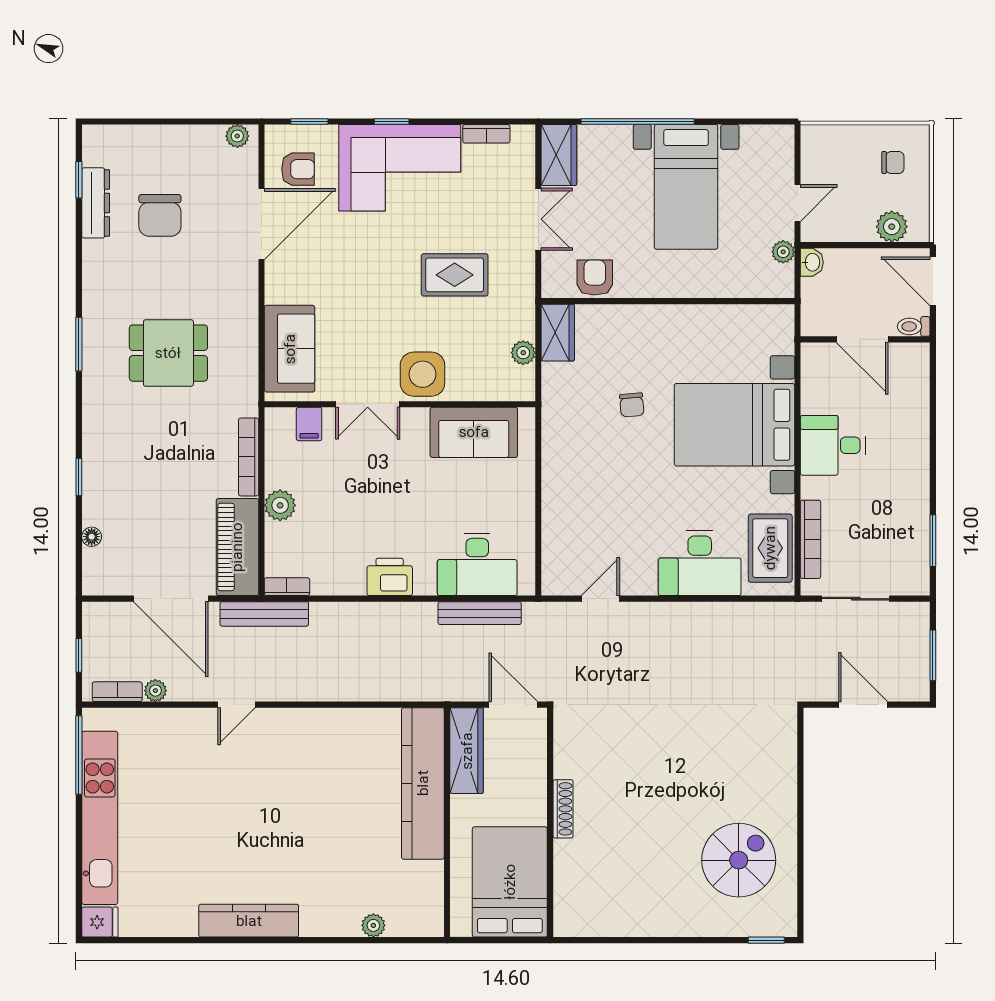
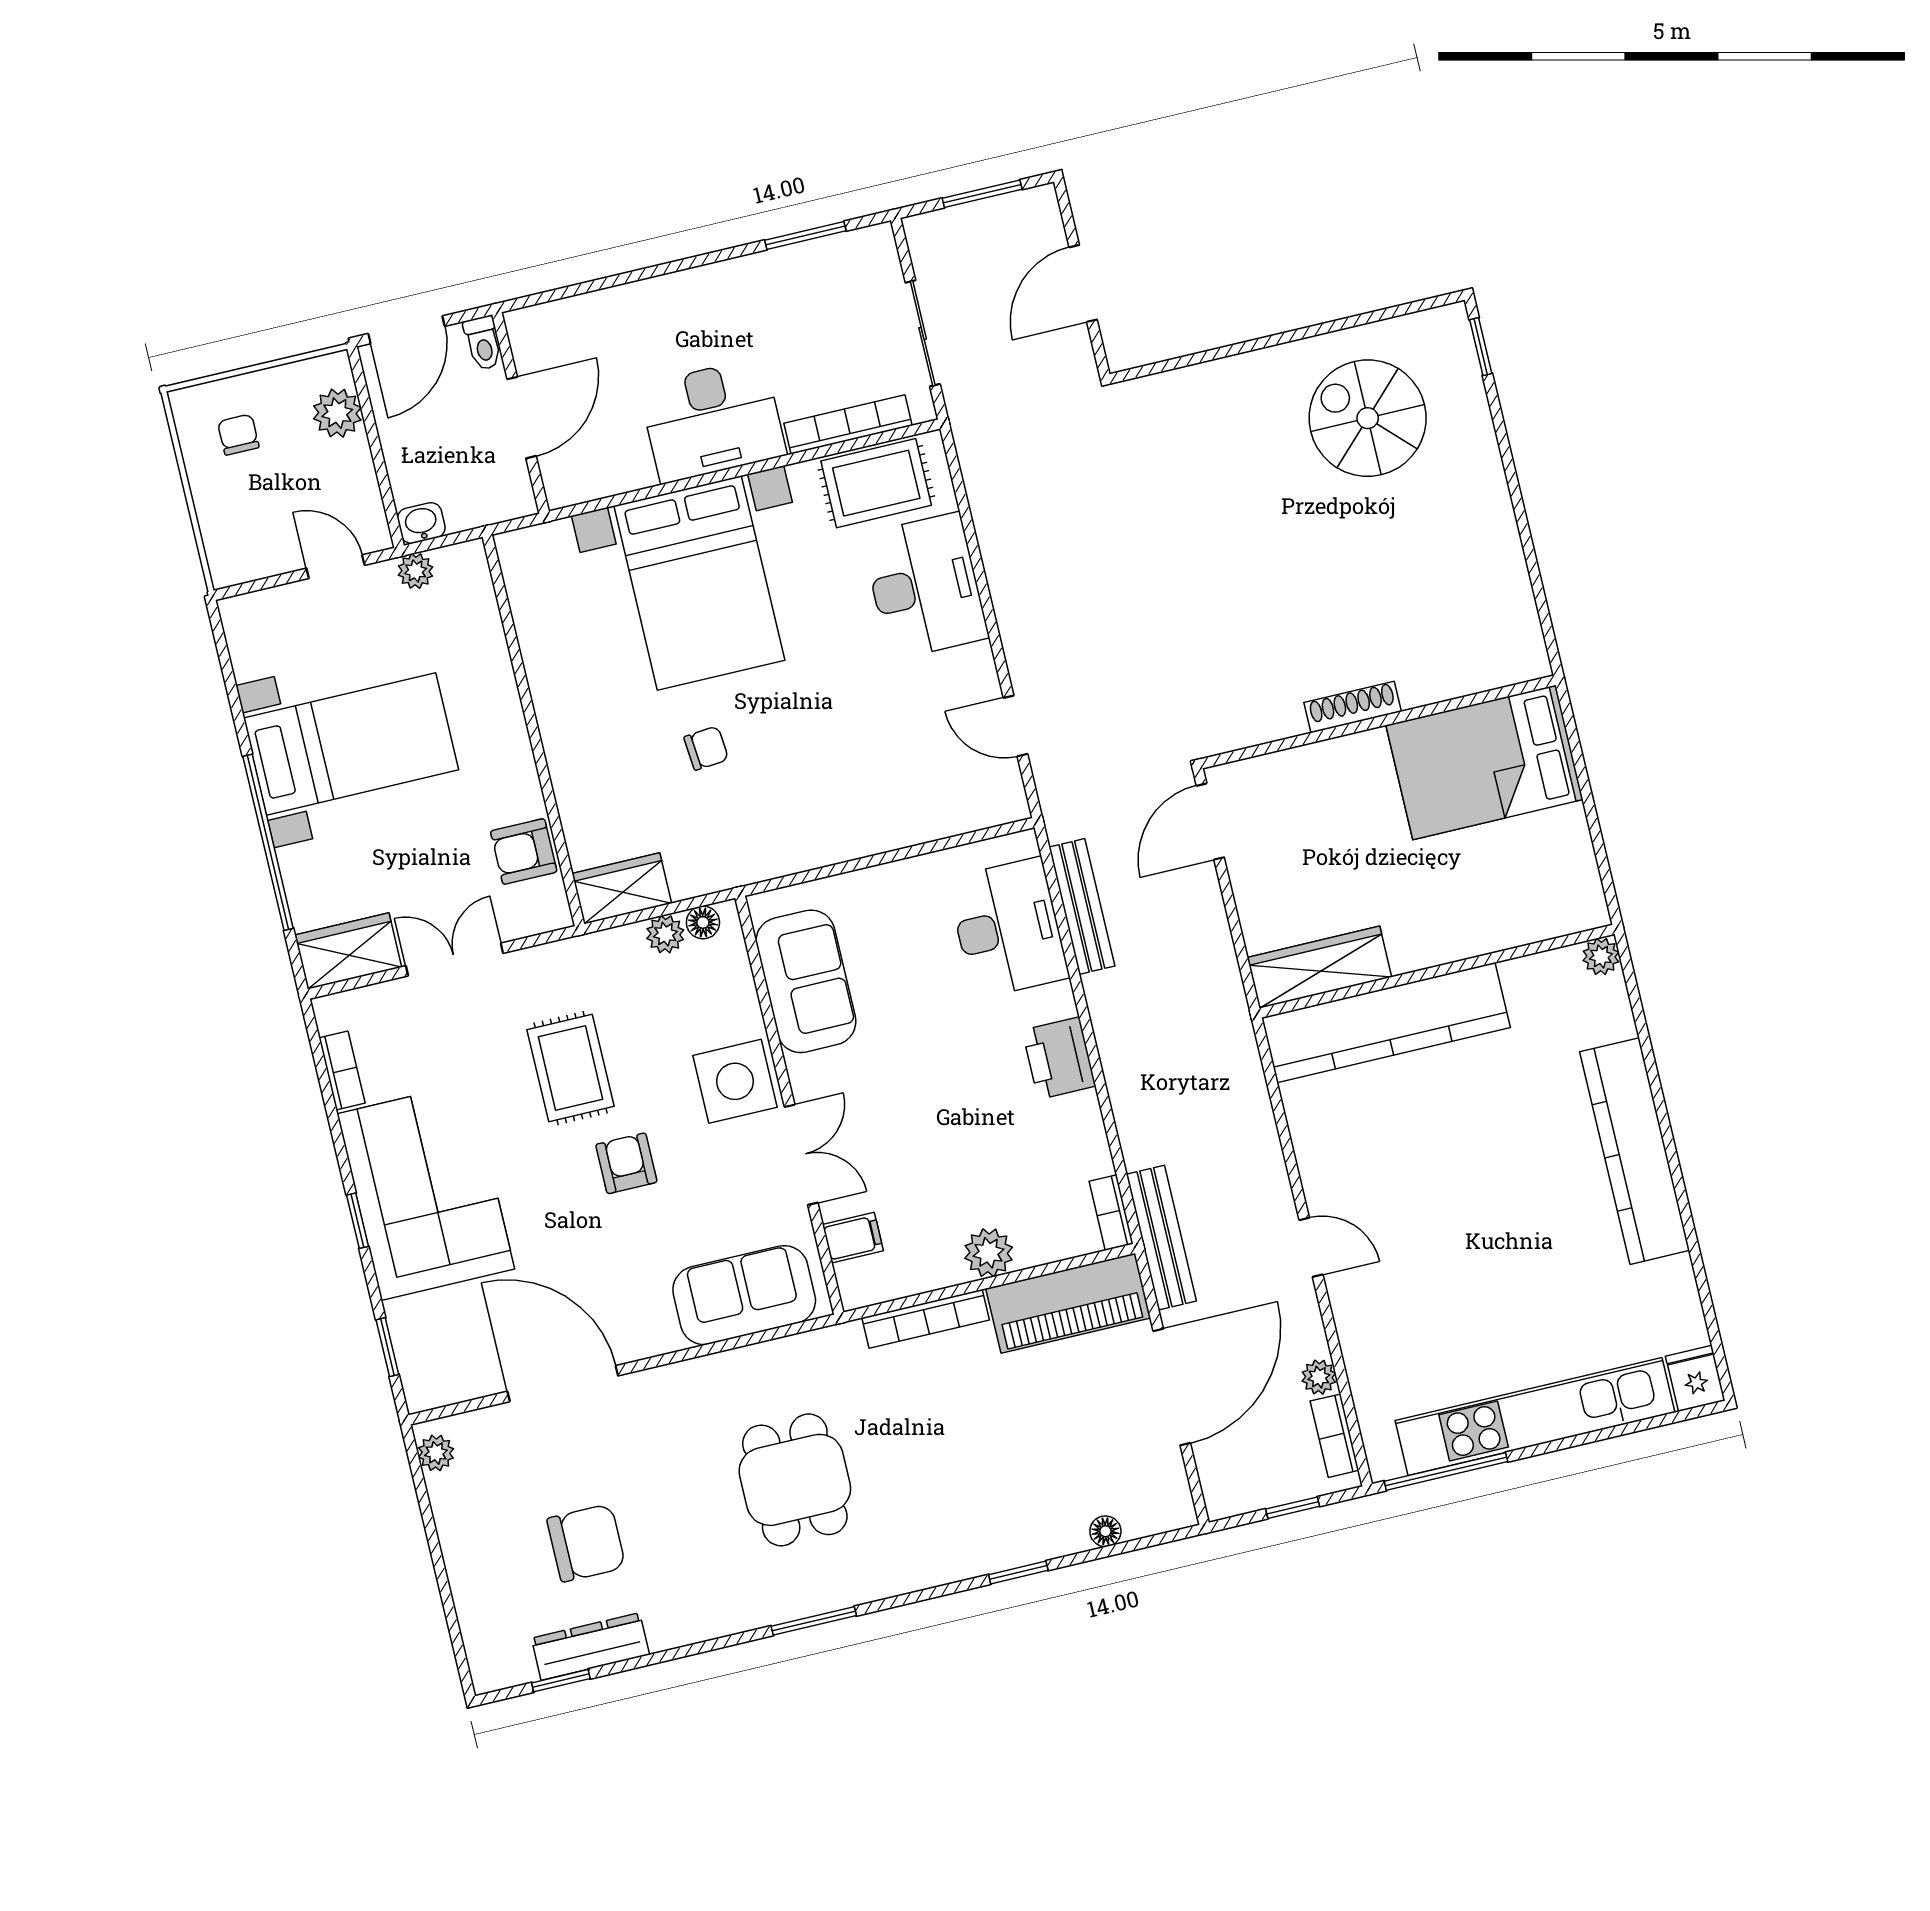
armchair: (298, 169) -> (626, 1163), moved
floor lamp: (525, 378) -> (703, 922), added
desk: (833, 445) -> (712, 420), width x1.37
wardrobe: (467, 751) -> (1319, 967), moved
kitchen counter: (423, 783) -> (1386, 1023), moved
wall: (447, 822) -> (1437, 971), moved
kitchen counter: (249, 921) -> (1635, 1151), width x1.39, depth x1.17

